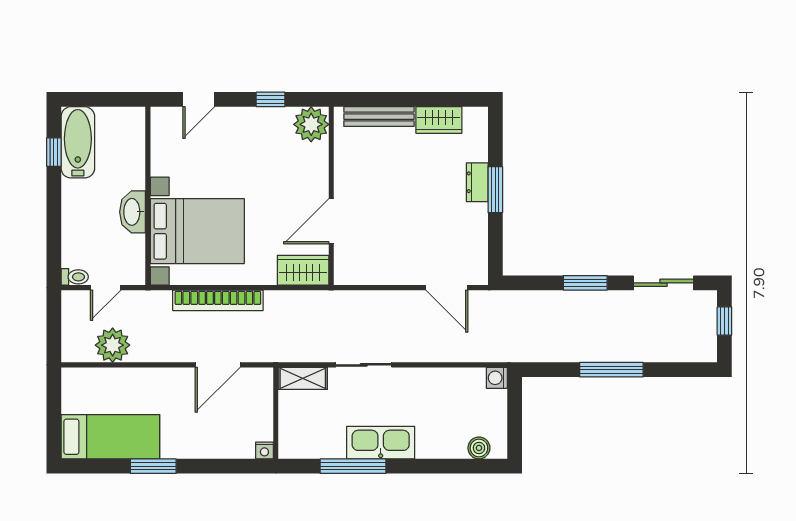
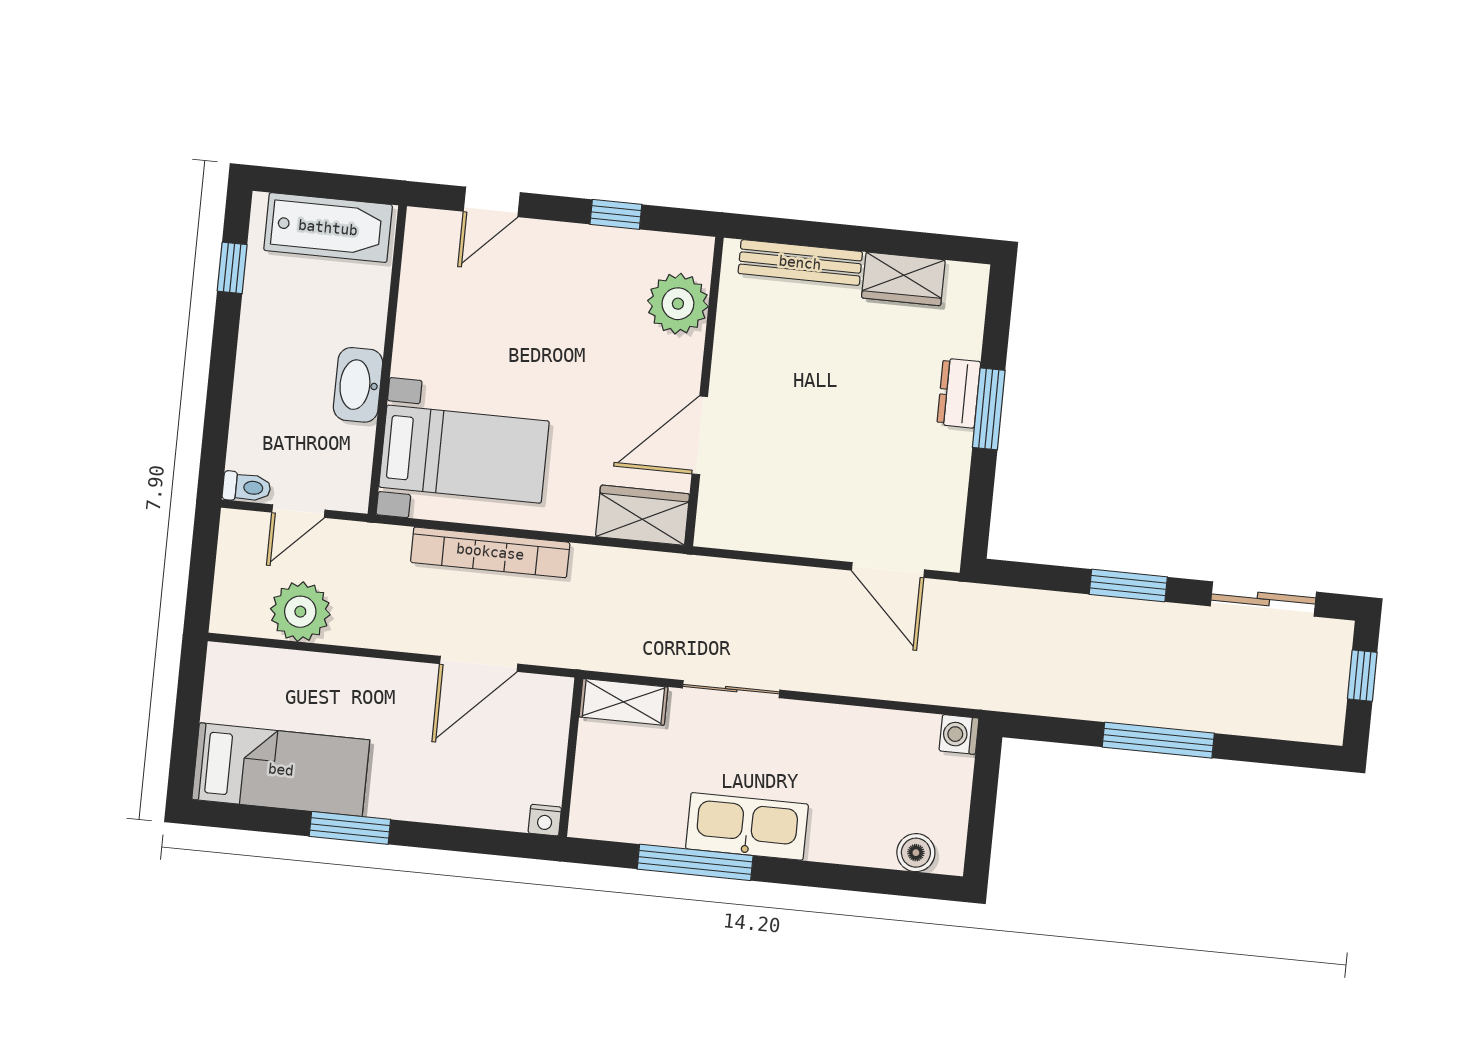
plant: (311, 124) -> (678, 304), moved
bathtub: (78, 142) -> (328, 228), moved, turned 90
bed with nightstands: (197, 231) -> (464, 454), width x0.73

